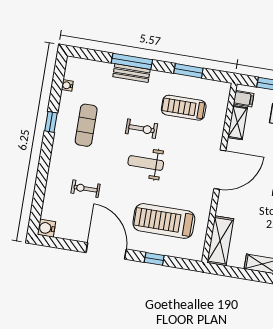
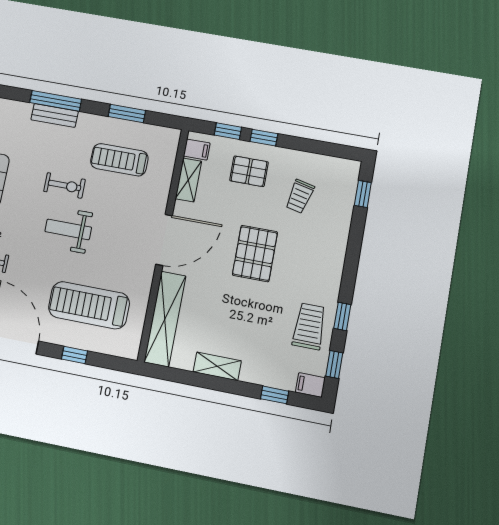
shelving: (220, 241) -> (165, 319), width x1.47

